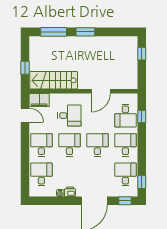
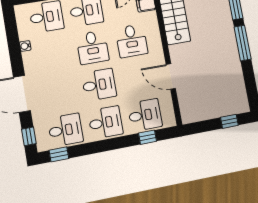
window: (85, 32) -> (243, 43), width x1.44
desk: (125, 116) -> (145, 115), turned 180
desk: (69, 145) -> (93, 47), turned 90
printer: (70, 192) -> (29, 59), removed

